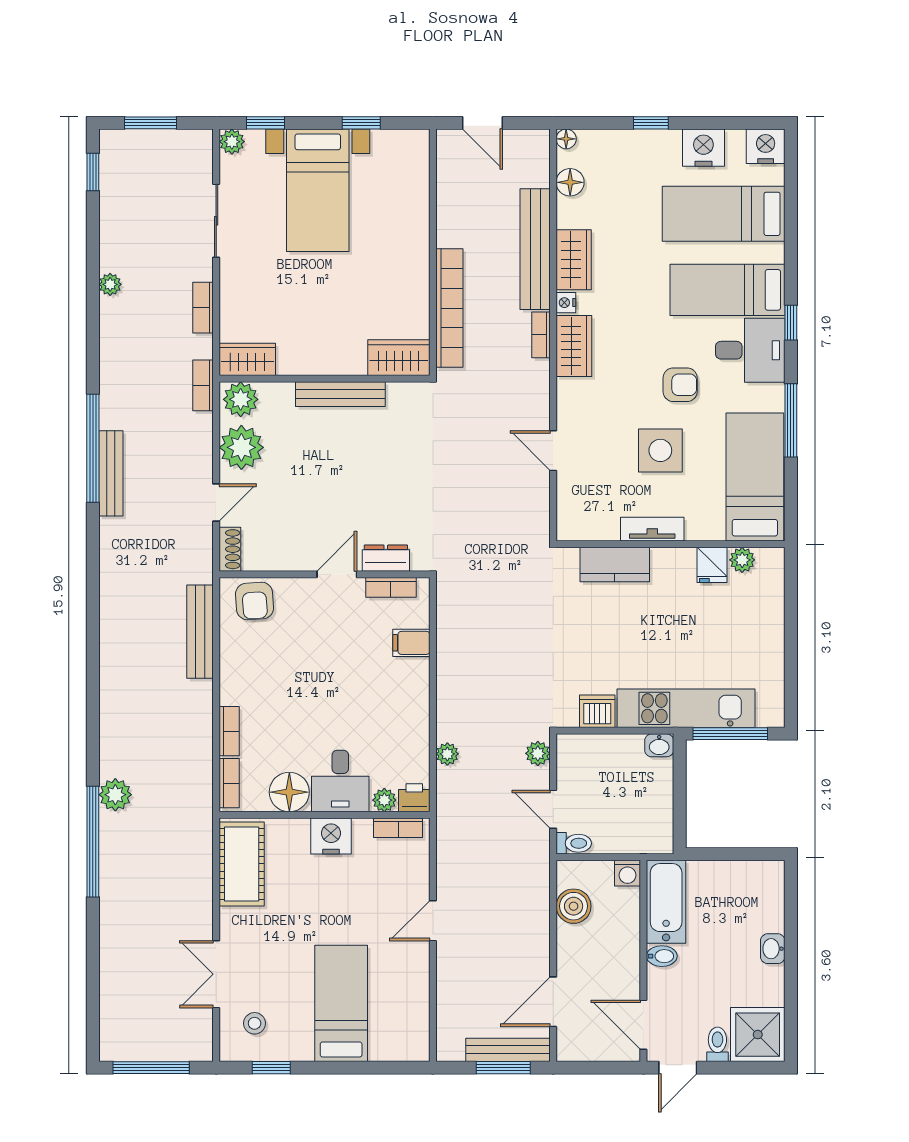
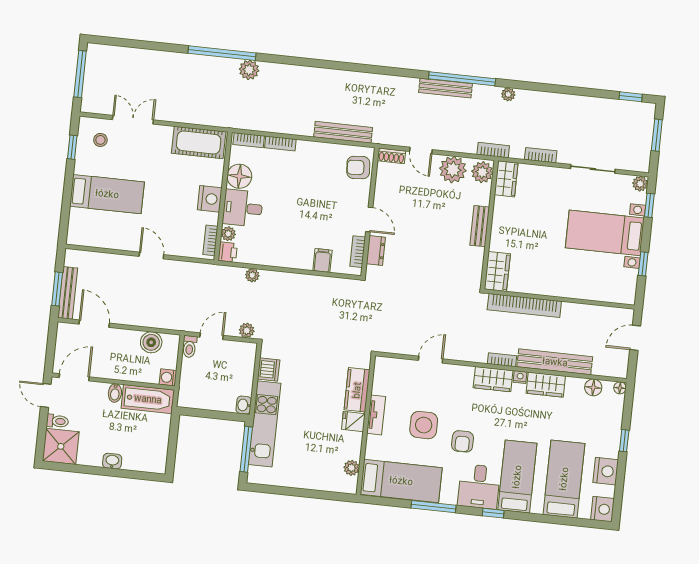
plant: (110, 284) -> (508, 94), moved
bench: (340, 394) -> (480, 226), width x0.73
fridge: (712, 565) -> (353, 422), moved

